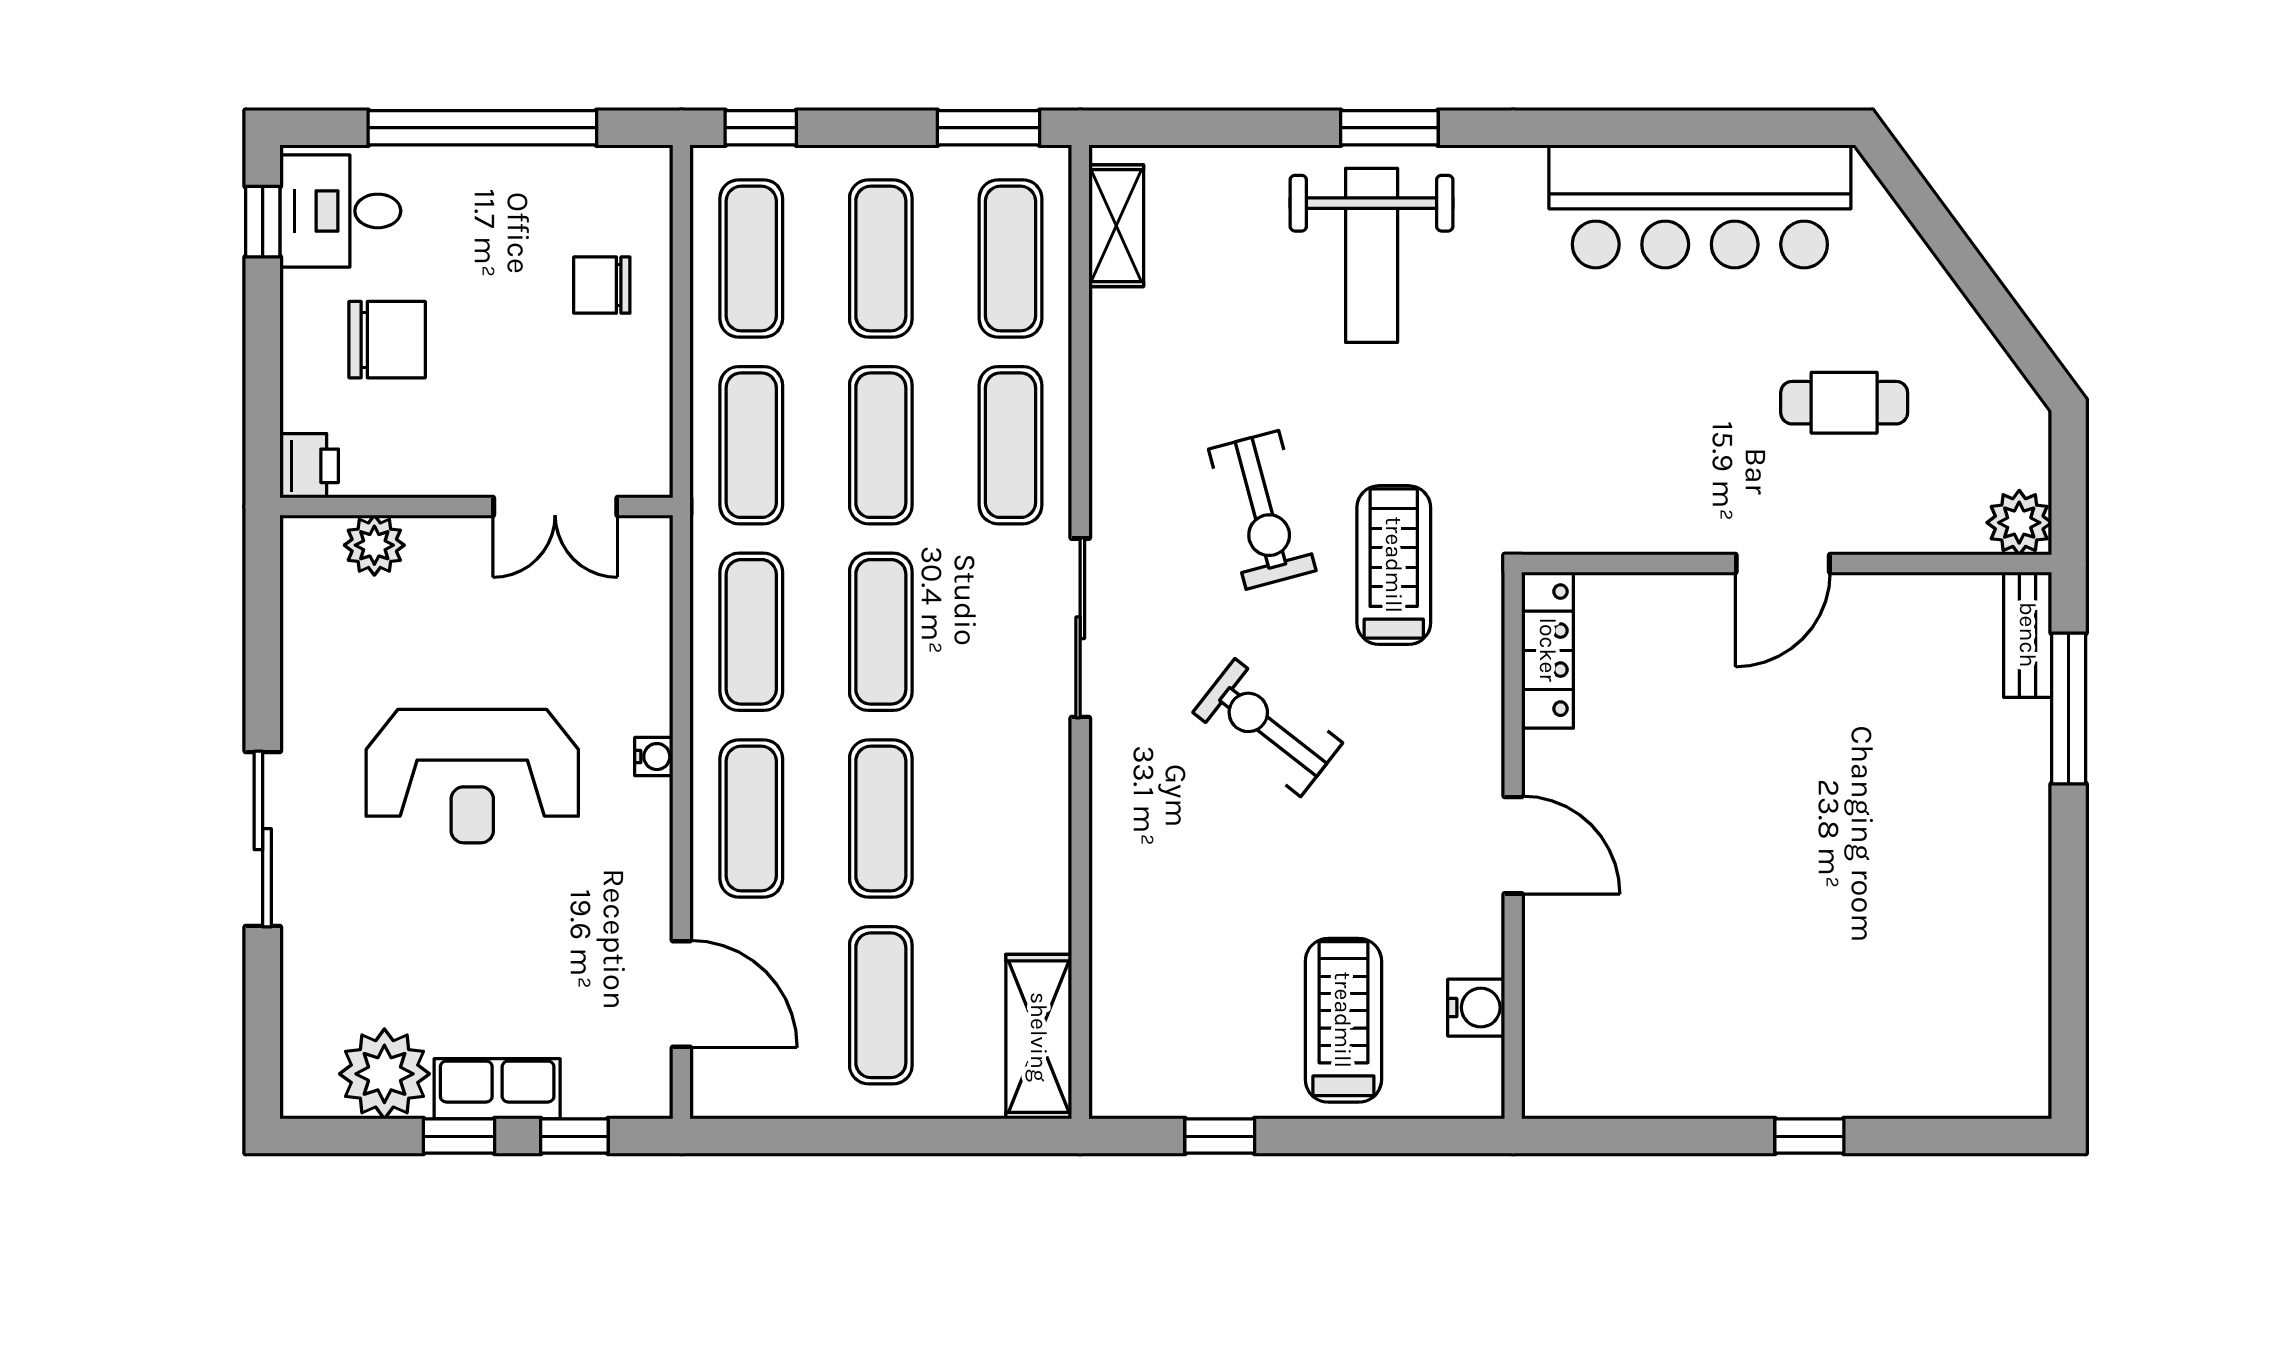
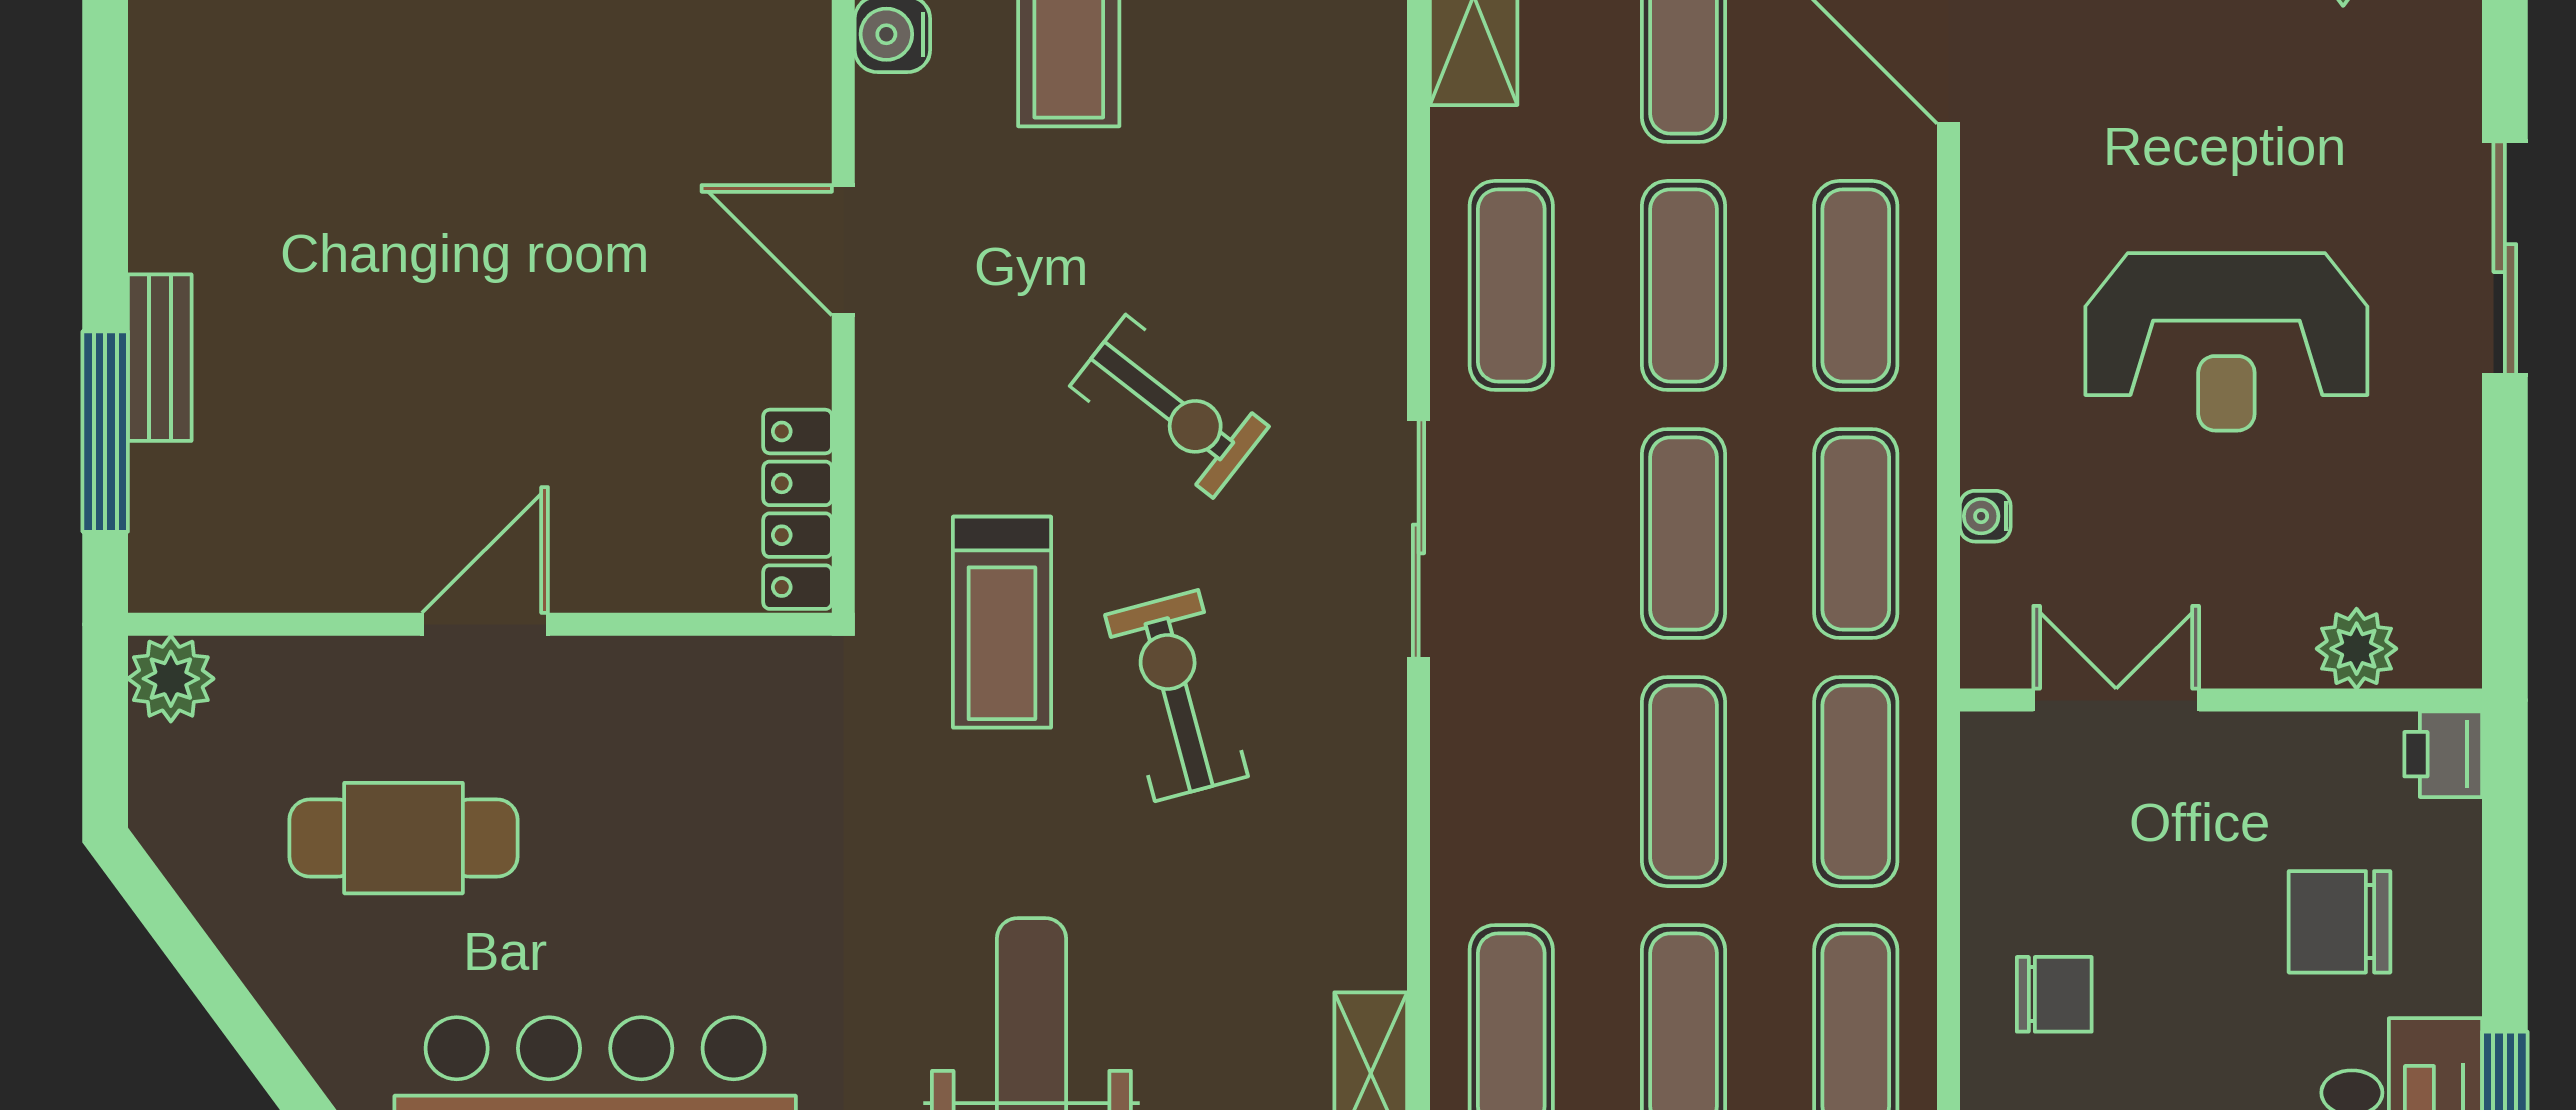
cafe table: (1844, 403) -> (403, 838), width x1.37, depth x1.35
exercise mat: (1010, 445) -> (1511, 285), moved
bench: (2028, 635) -> (160, 358), moved
water cooler: (654, 757) -> (1985, 516), moved
reception desk: (472, 776) -> (2226, 342), turned 180

